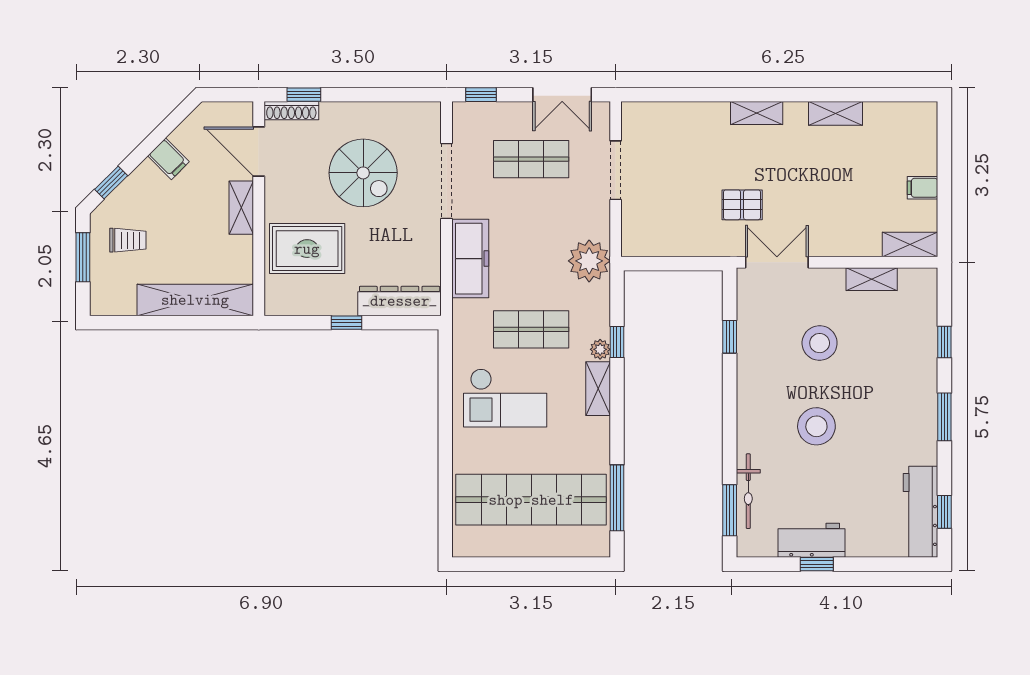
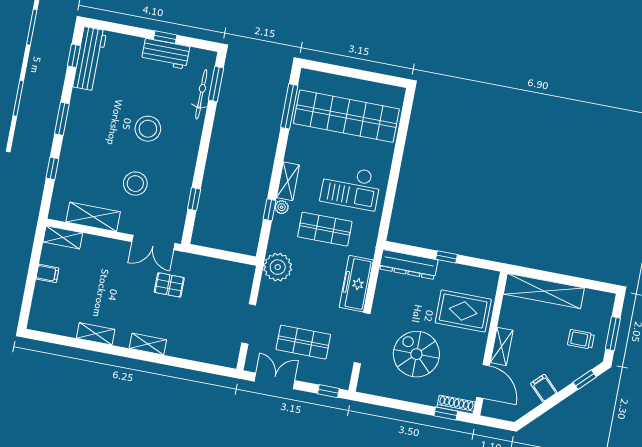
shelving: (872, 279) -> (93, 217), width x1.50, depth x1.33
checkout: (505, 398) -> (351, 187), turned 180

